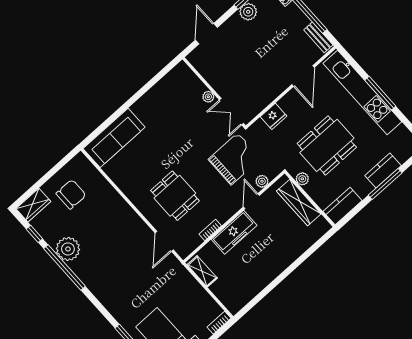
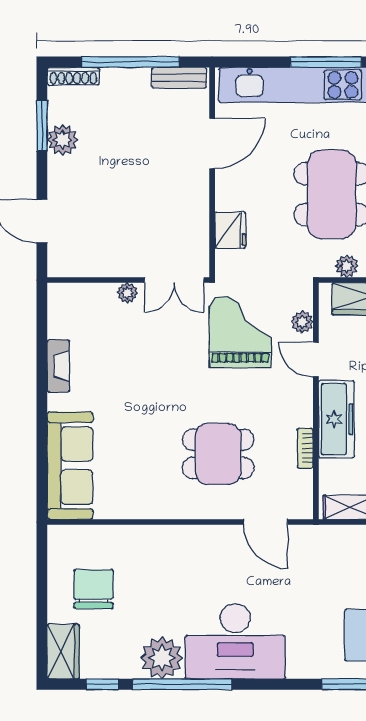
door: (303, 76) -> (212, 143), hinge flipped
fireplace: (152, 95) -> (58, 366), added
desk: (102, 274) -> (235, 641), added

